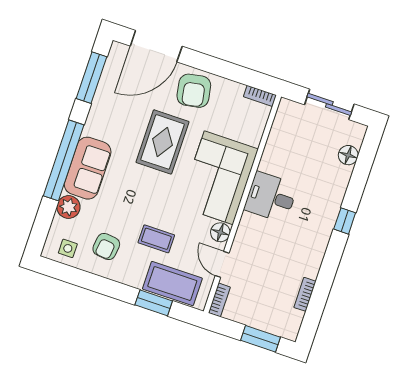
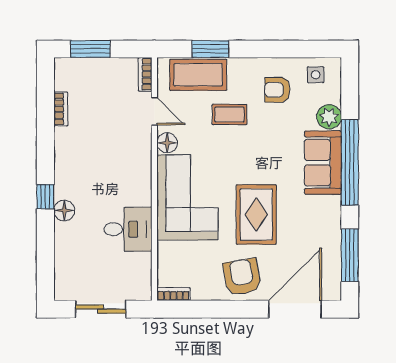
floor lamp: (348, 155) -> (64, 211), moved
desk: (271, 197) -> (128, 229), moved
armchair: (106, 246) -> (277, 90), turned -97

